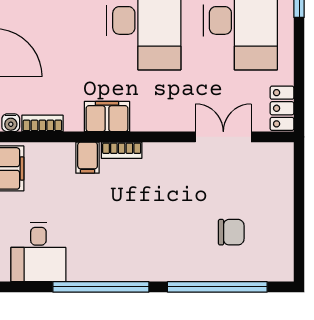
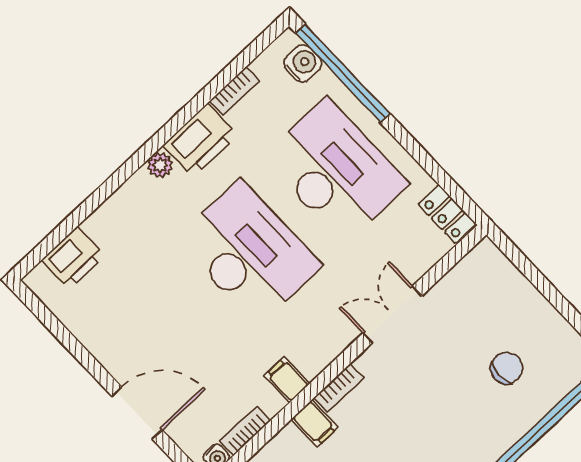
filing cabinet: (107, 117) -> (287, 380), width x0.50
double door: (223, 137) -> (392, 314), moved

